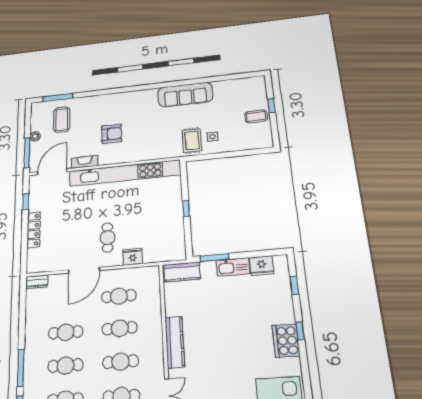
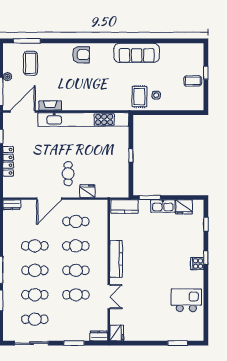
armchair: (112, 134) -> (81, 55), moved
cooker: (286, 341) -> (197, 264), width x0.53, depth x0.76

